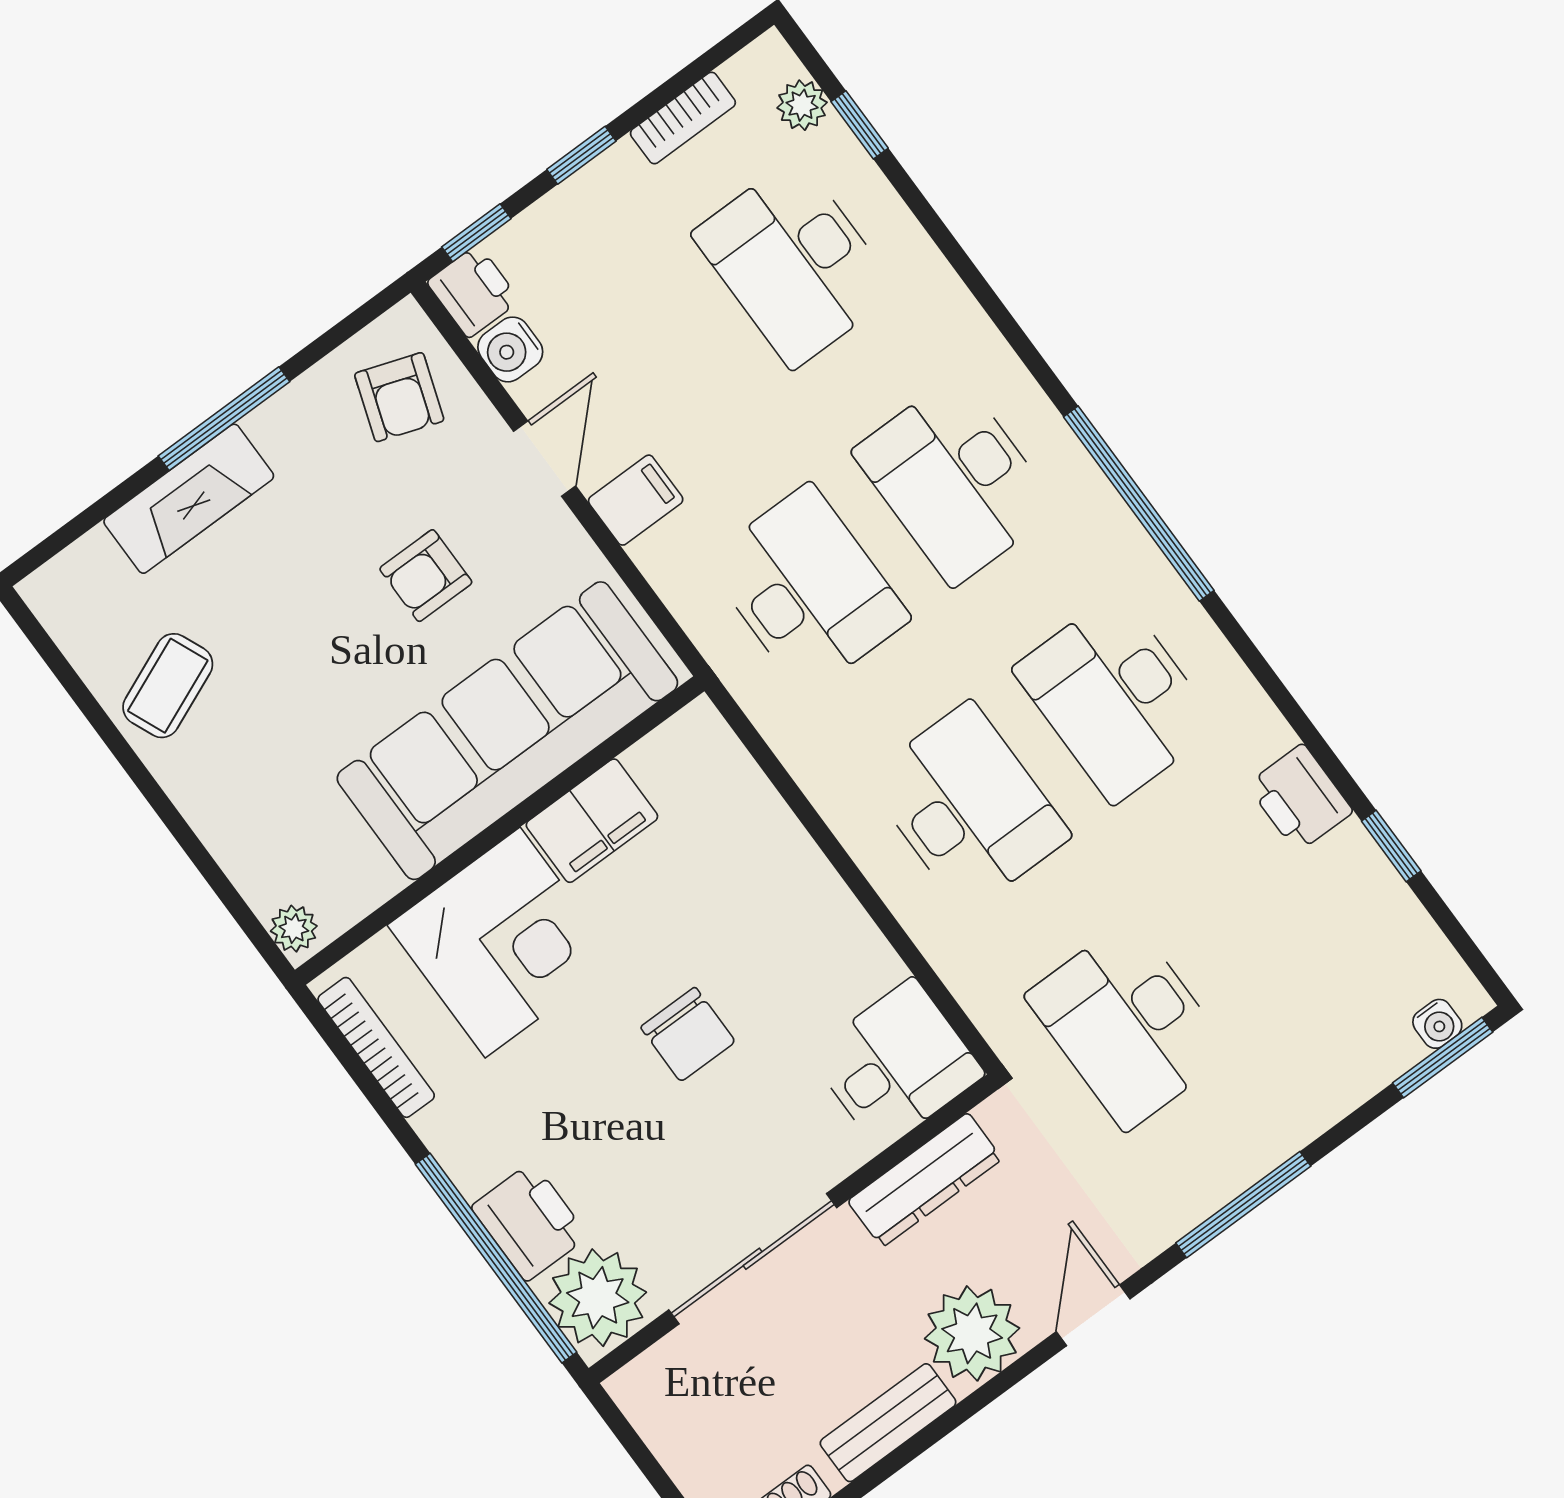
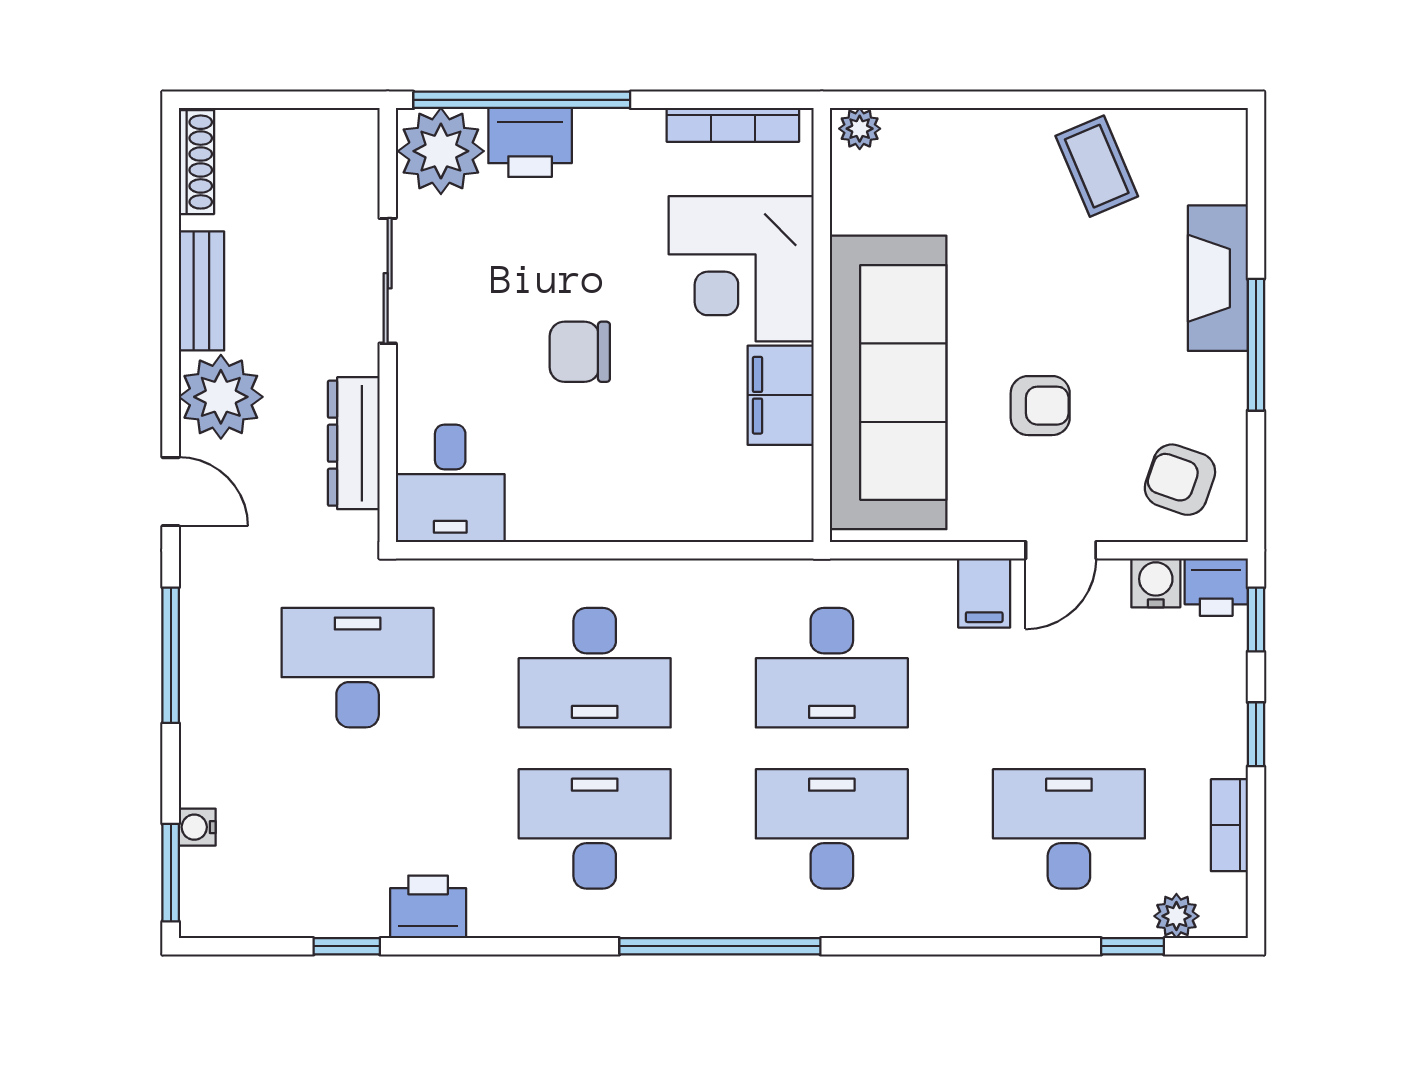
door: (545, 459) -> (1061, 550), hinge flipped
armchair: (426, 576) -> (1040, 406), turned 90
water cooler: (1437, 1024) -> (197, 827), moved
sliding door: (753, 1259) -> (388, 281), width x0.73

